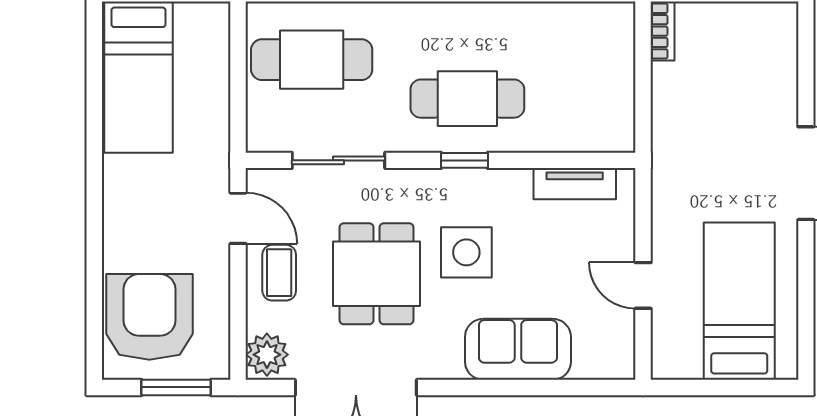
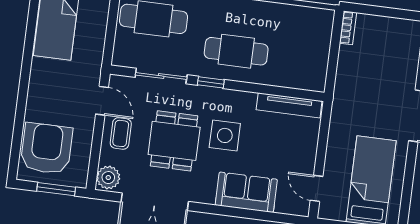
window: (464, 160) -> (211, 82), moved
tv unit: (575, 184) -> (289, 105), width x1.41
door: (643, 285) -> (317, 188), moved

